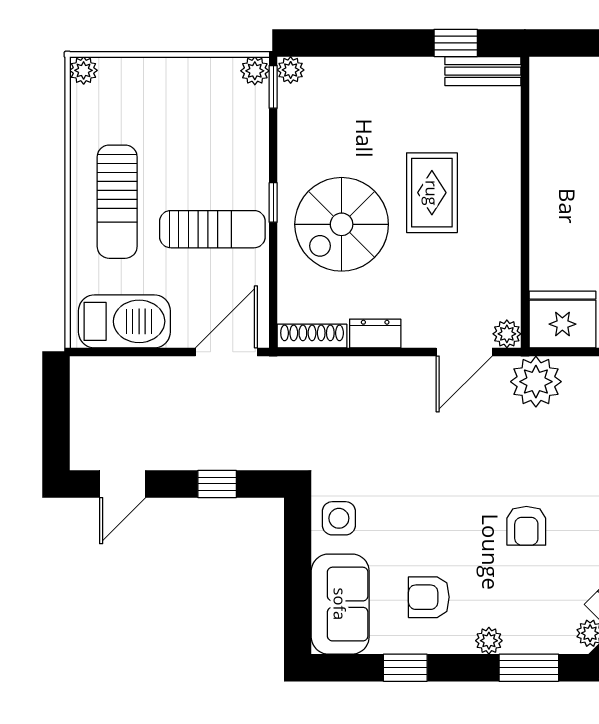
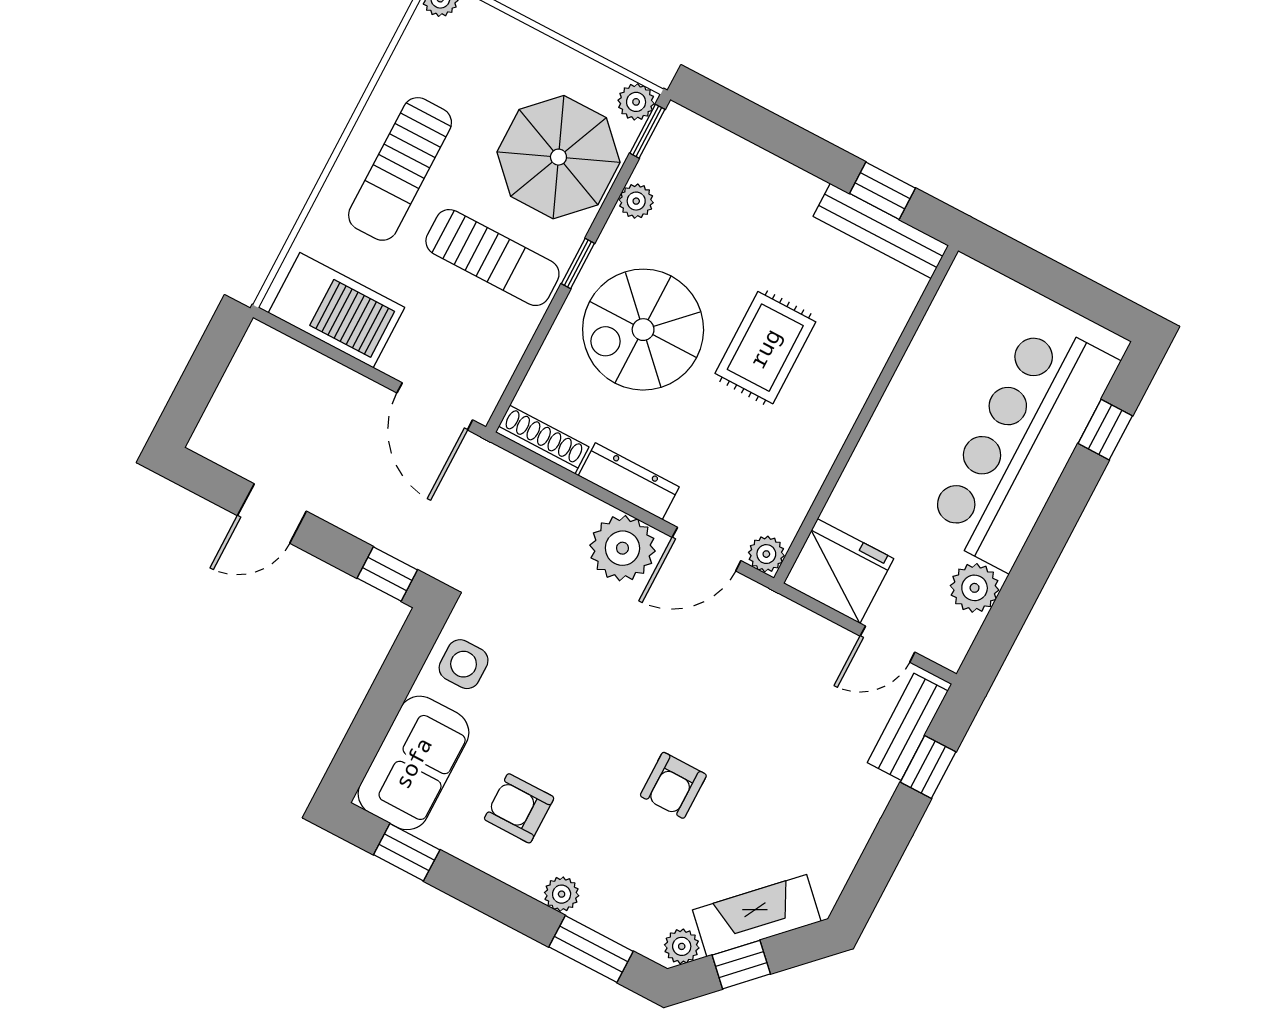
plant: (291, 70) -> (636, 201), moved
bench: (483, 71) -> (881, 231), width x1.36
parasol: (222, 137) -> (558, 157), added
dresser: (375, 333) -> (629, 481), width x1.44
door: (226, 352) -> (435, 406), swing flipped
plant: (536, 382) -> (622, 548), moved
door: (123, 484) -> (272, 513), moved
window: (217, 484) -> (387, 574), moved
window: (405, 668) -> (407, 852), moved

